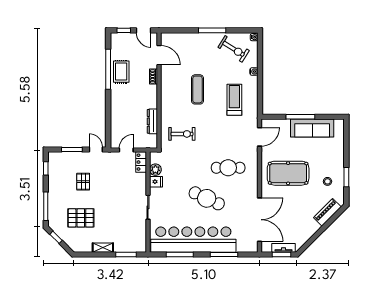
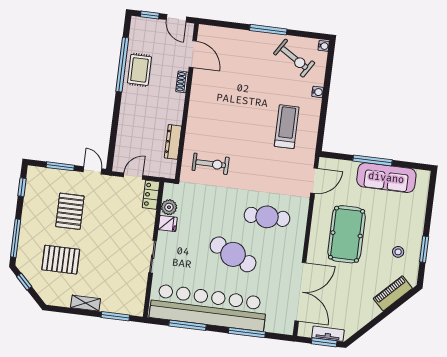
exercise mat: (197, 89) -> (239, 107), removed
pool table: (288, 173) -> (347, 234), turned 90
pallet: (83, 182) -> (70, 211), width x1.50, depth x1.42

